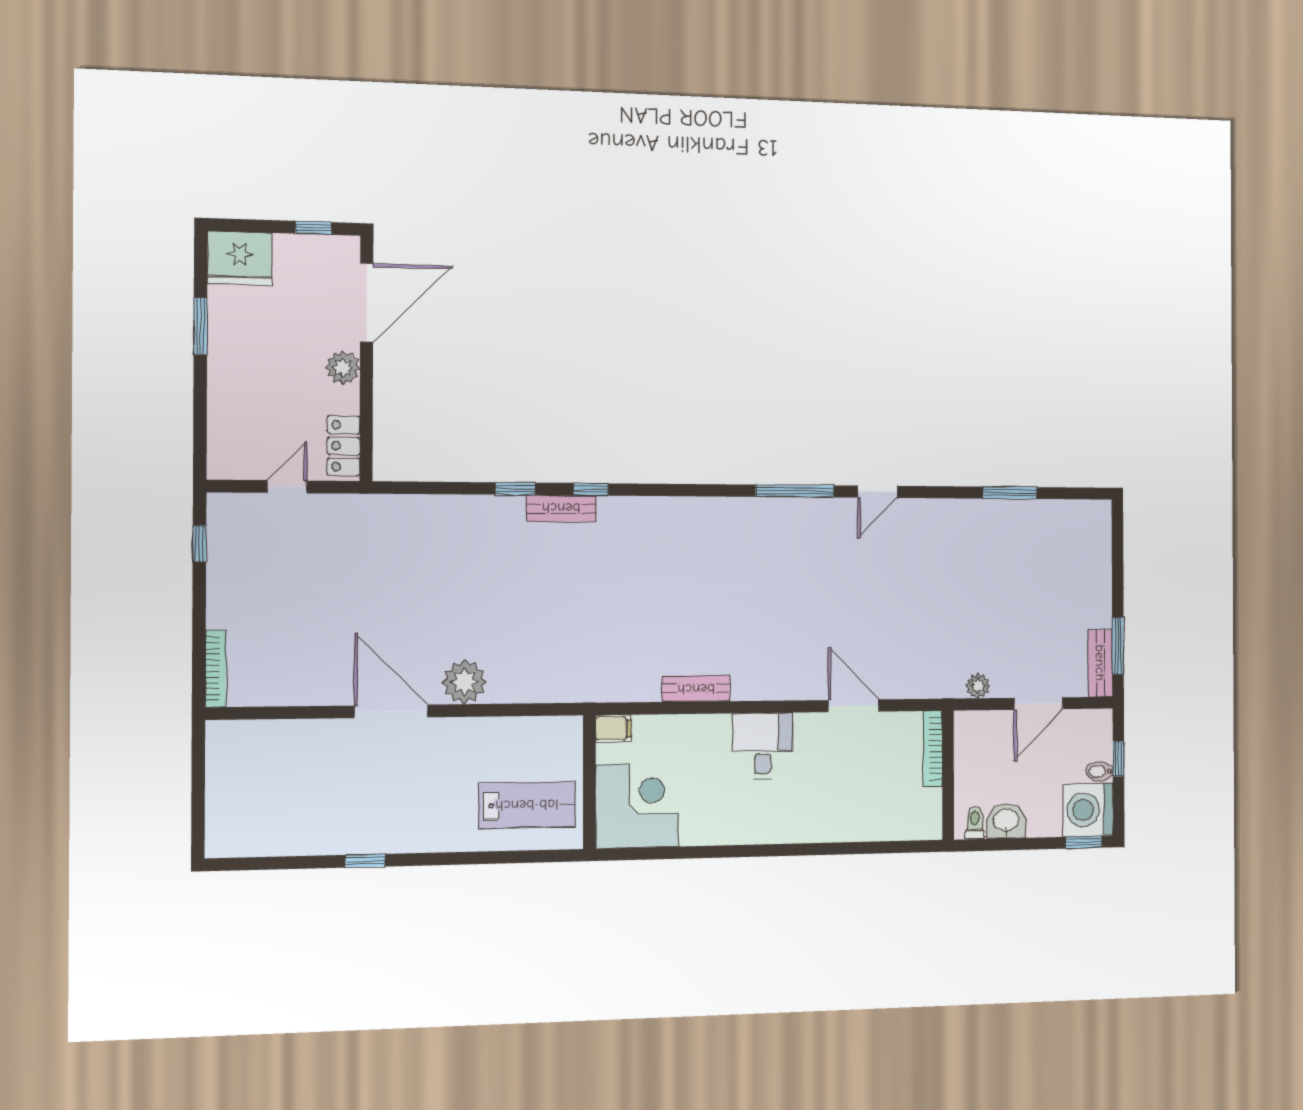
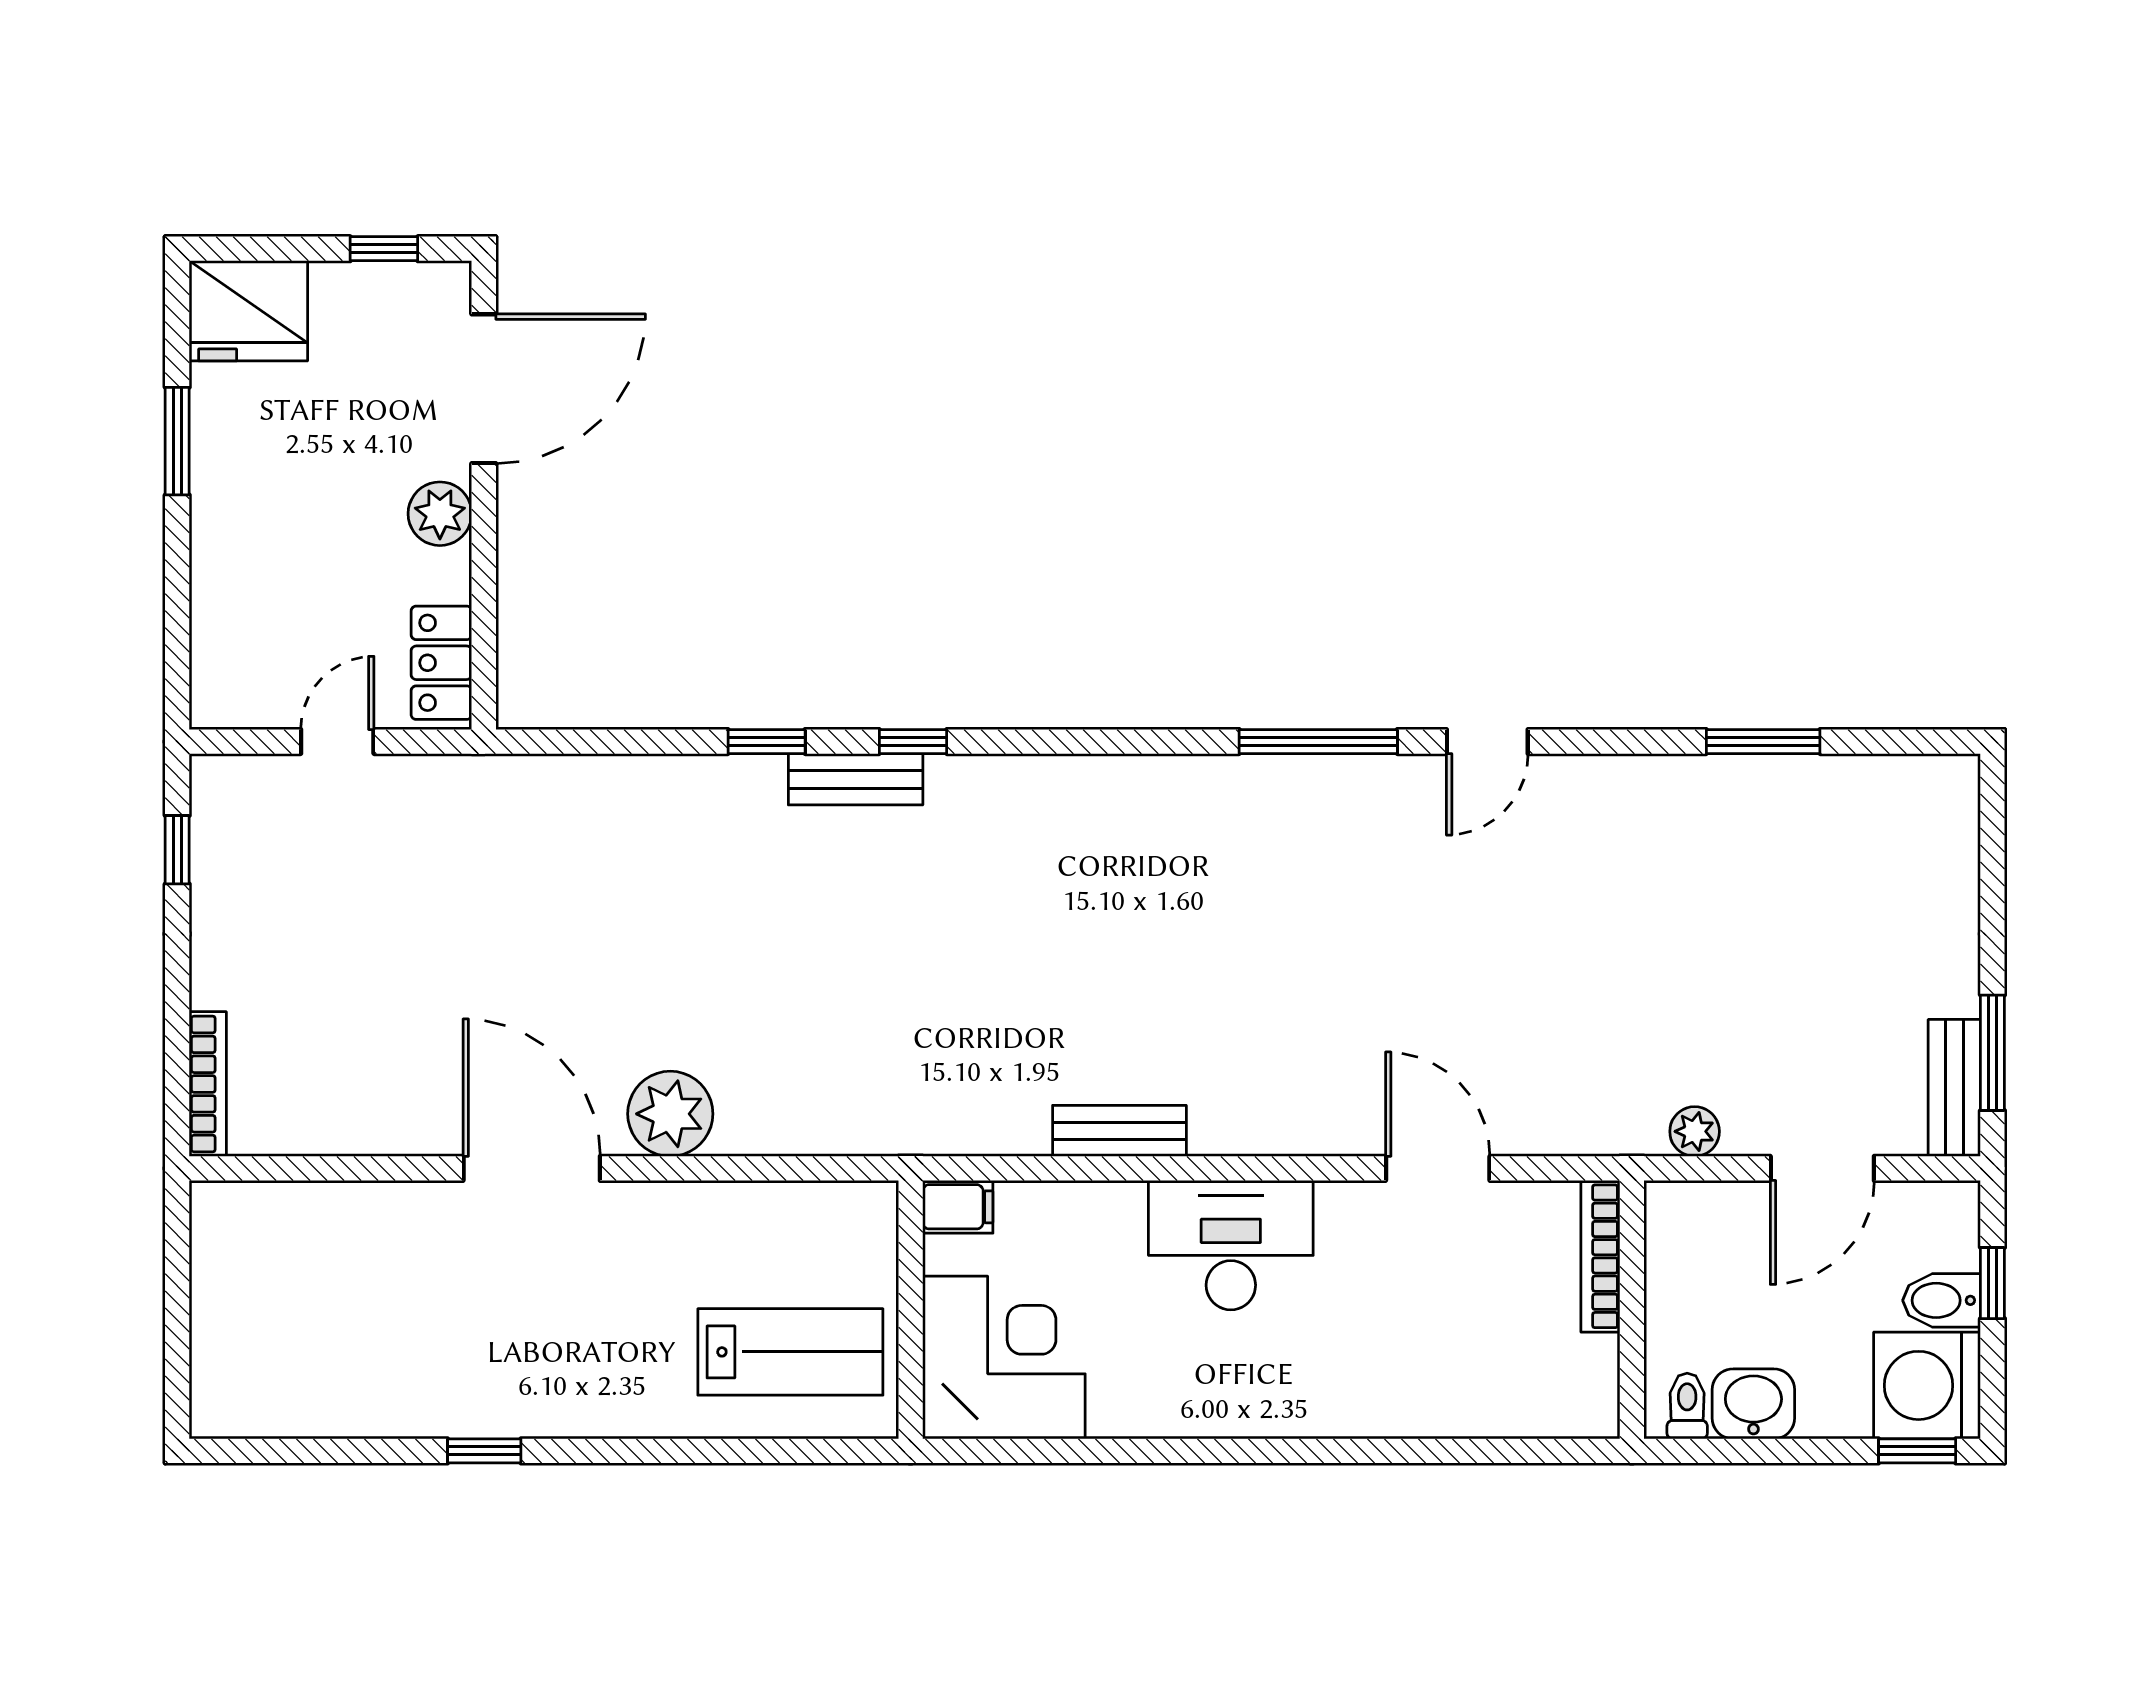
desk: (763, 746) -> (1231, 1245), width x1.37
bidet: (1100, 771) -> (1942, 1300), width x1.38, depth x1.36

